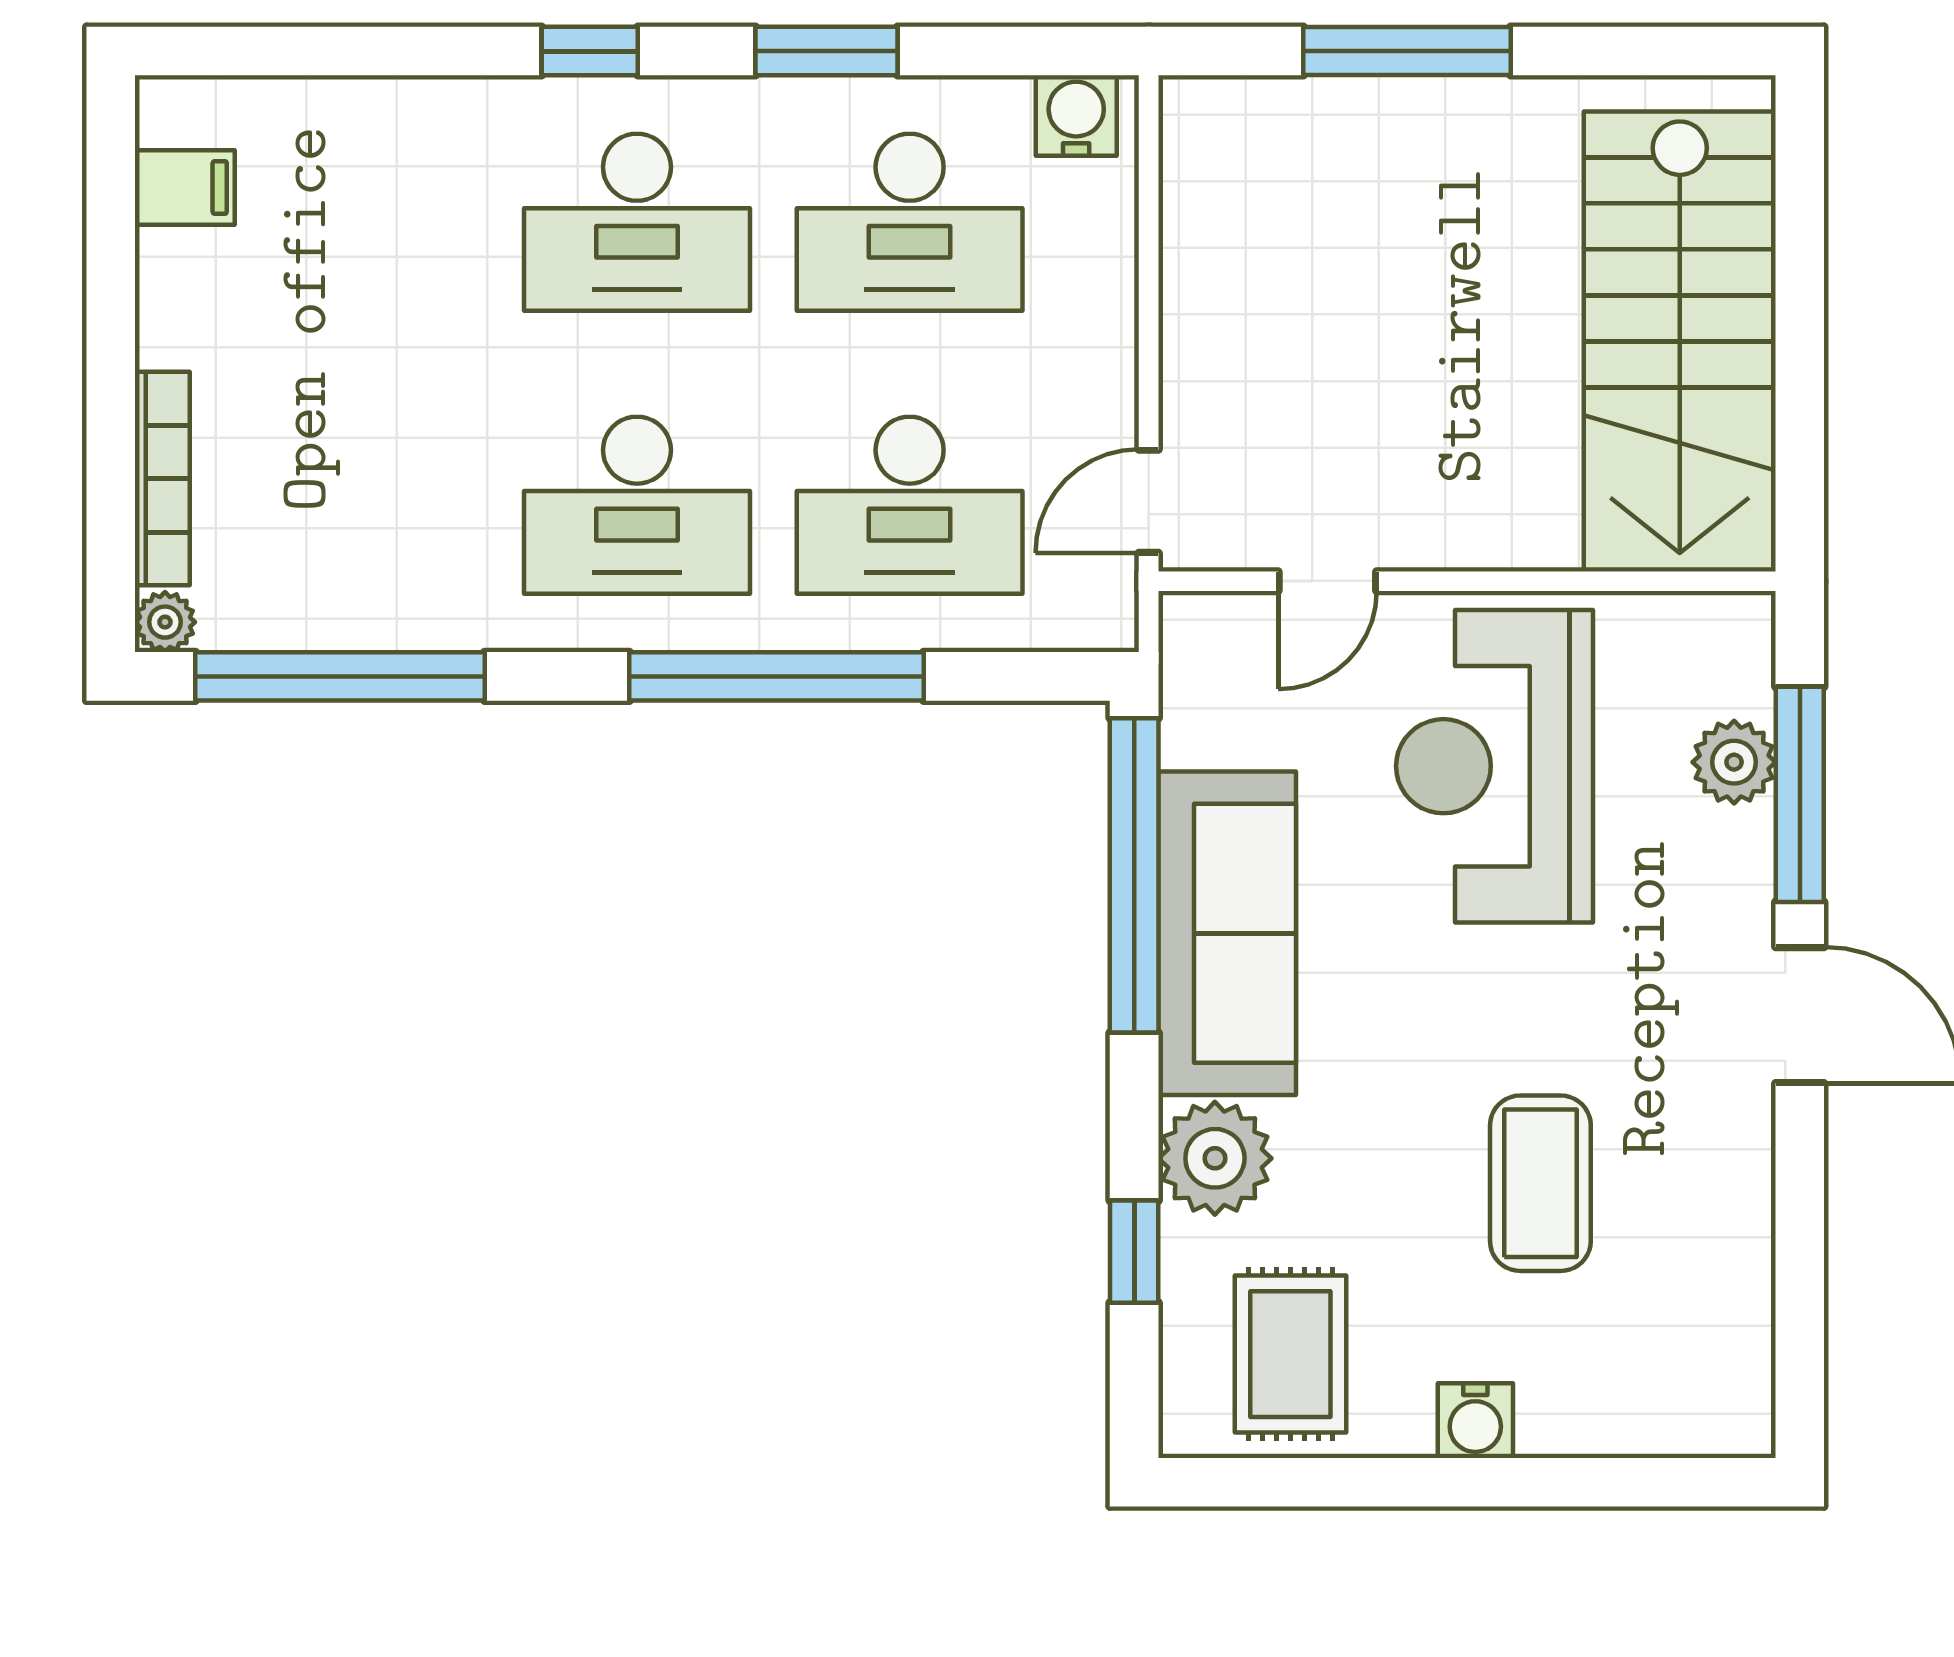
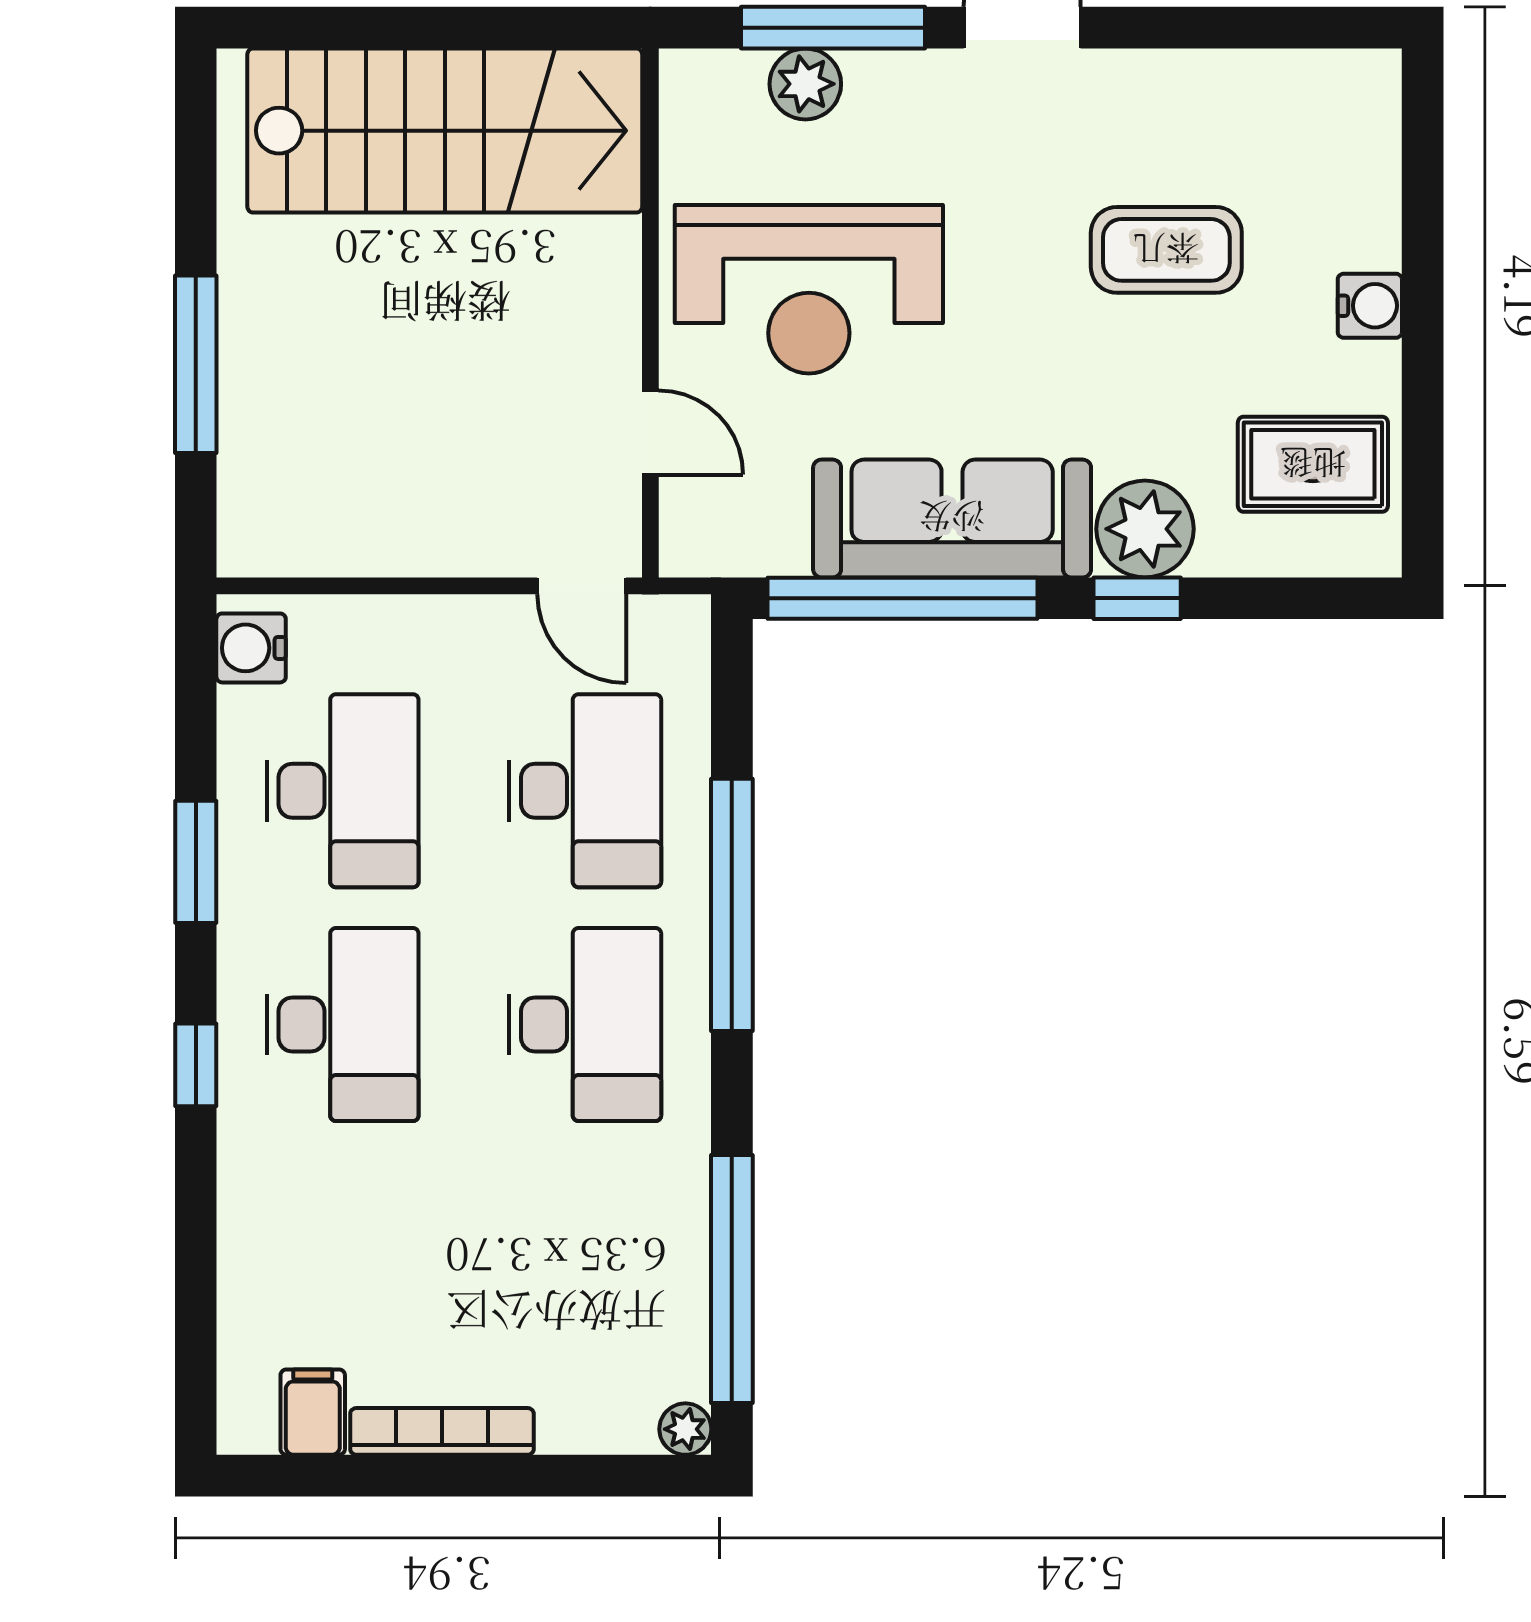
bookcase: (162, 479) -> (442, 1431), moved
window: (1134, 1252) -> (1137, 598), moved

